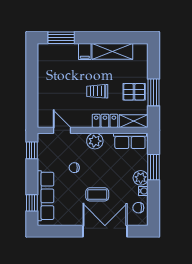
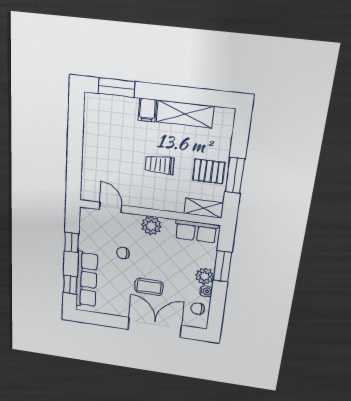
locker: (105, 121) -> (166, 203), removed
window: (32, 150) -> (72, 242), moved

